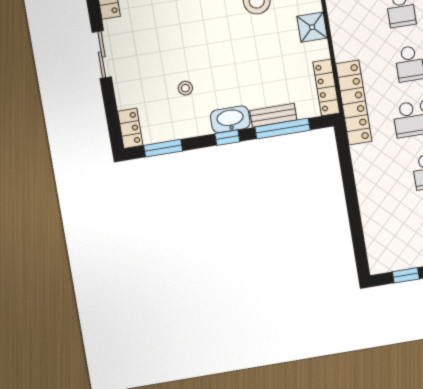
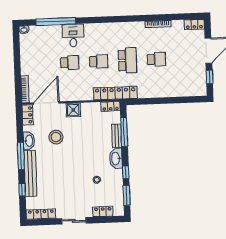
locker: (326, 87) -> (111, 106), width x0.66
locker: (130, 128) -> (103, 212), moved
window: (227, 138) -> (126, 172), moved

